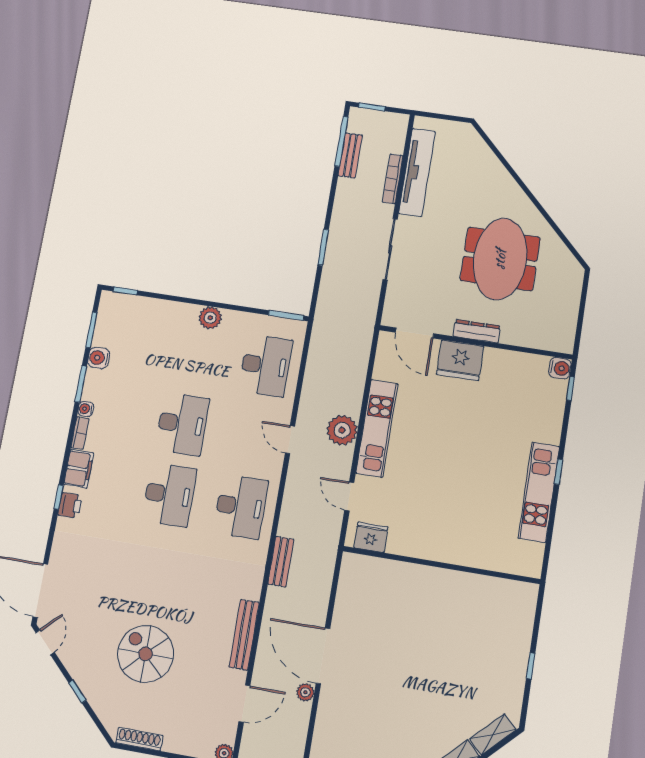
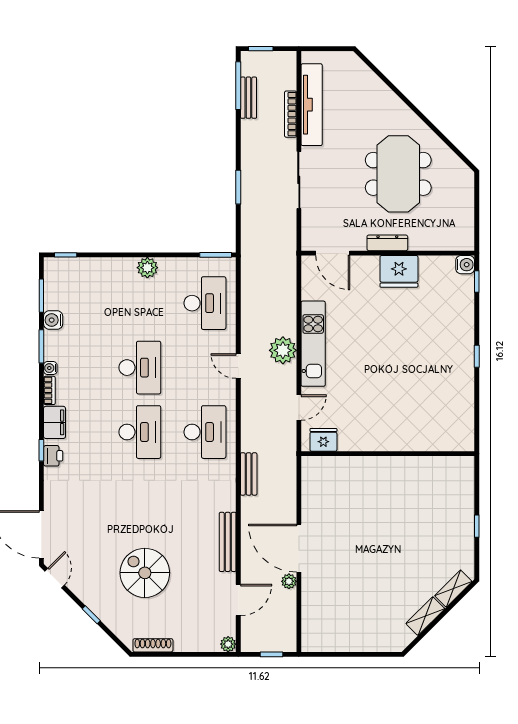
fridge: (460, 360) -> (399, 271), moved
kitchen unit: (539, 492) -> (462, 377), removed
door: (349, 496) -> (299, 407), swing flipped

